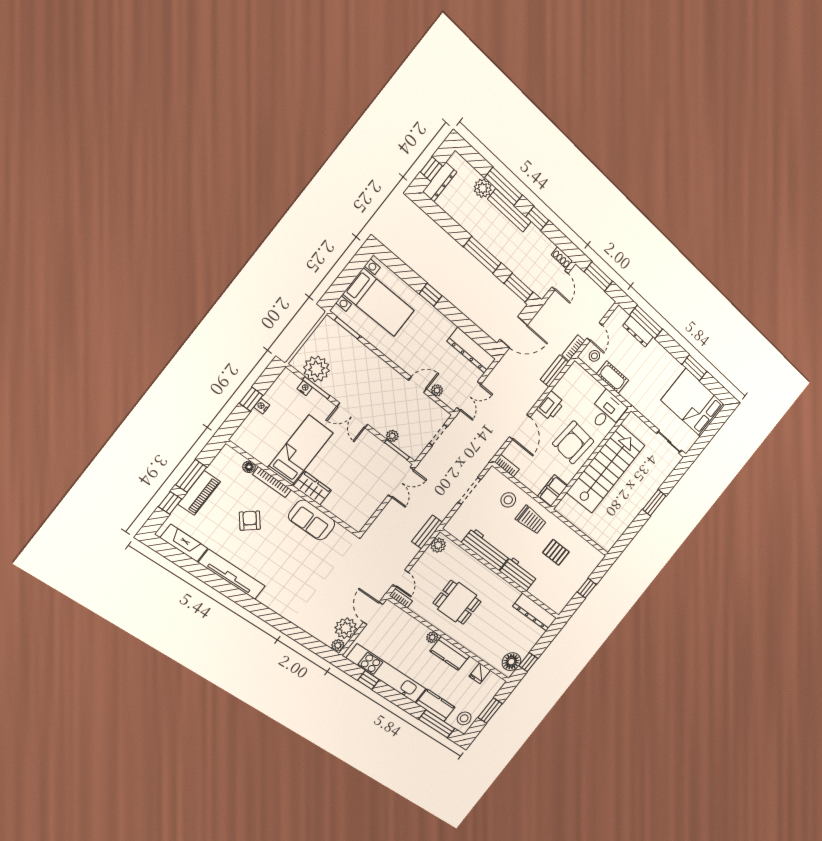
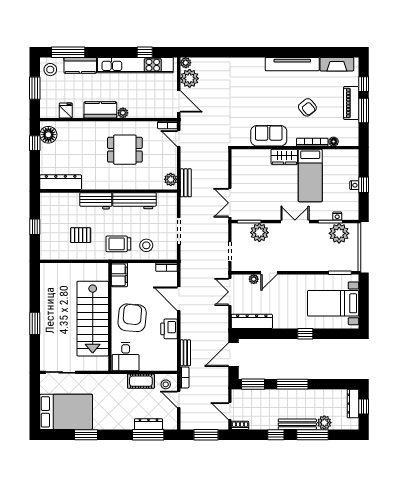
plant: (392, 436) -> (259, 233), width x1.87, depth x1.87

